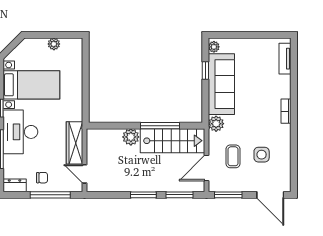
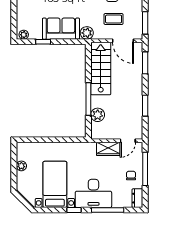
sofa: (221, 84) -> (61, 29), width x0.73
window: (160, 126) -> (88, 99), moved
plant: (131, 137) -> (98, 115), moved
wardrobe: (75, 143) -> (108, 149), width x0.67
window: (143, 195) -> (145, 106), moved

